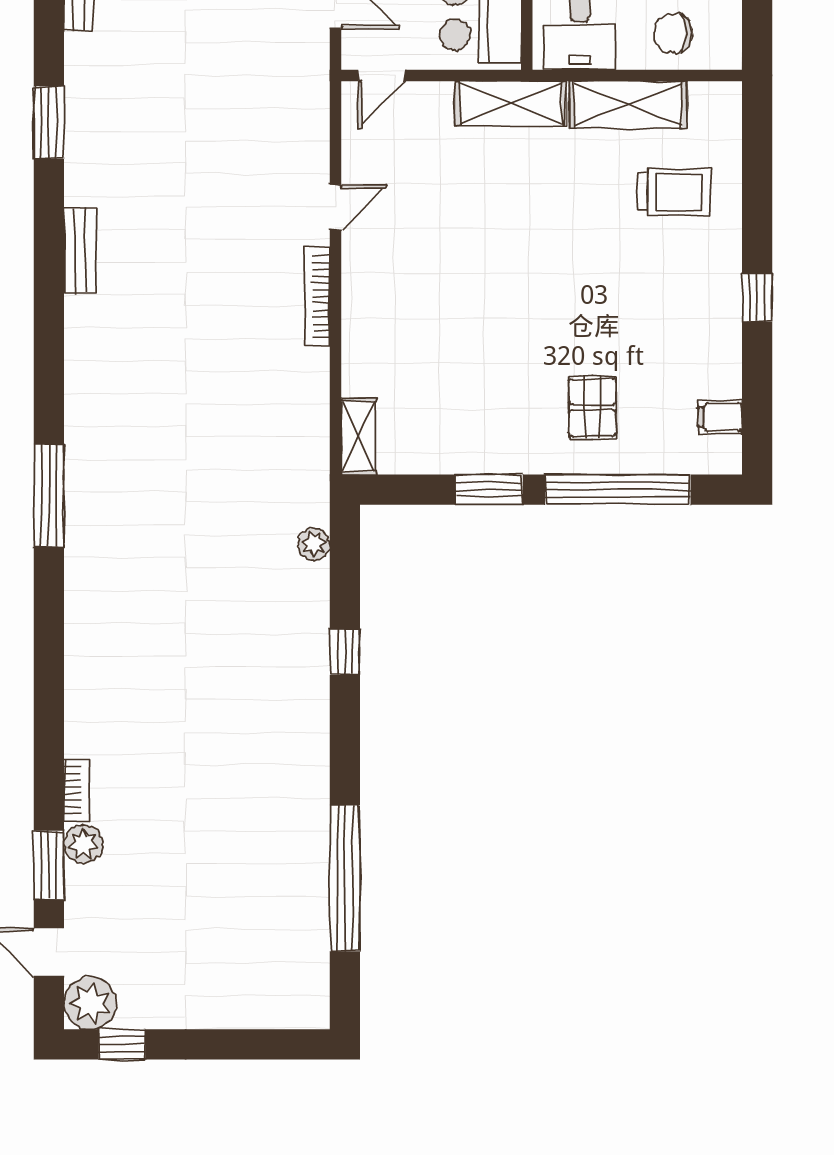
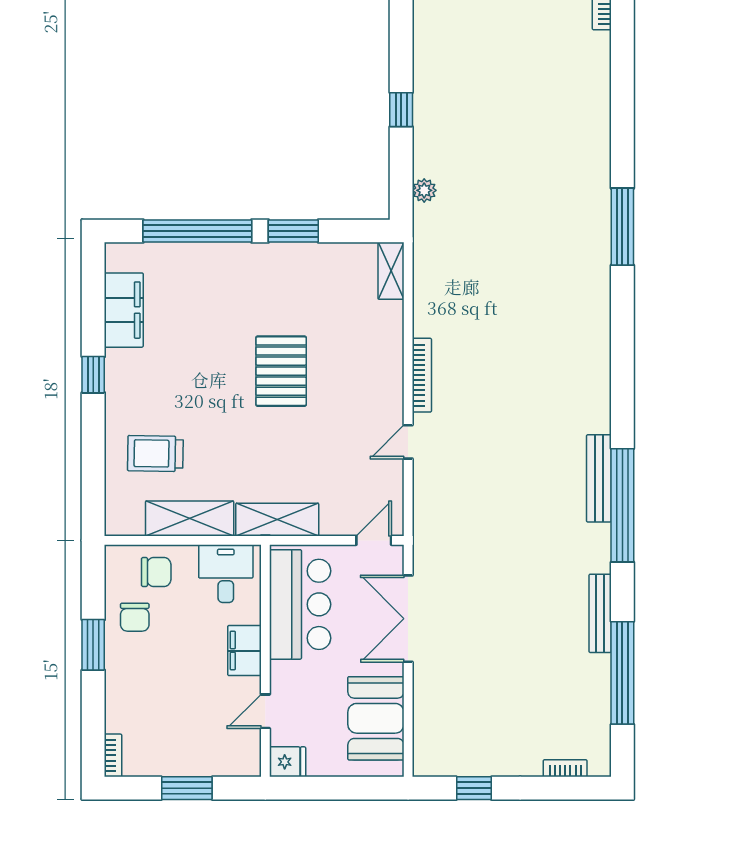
window: (49, 122) -> (622, 505), width x2.11
bench: (80, 250) -> (599, 478), moved, width x1.36
pallet: (593, 407) -> (281, 371), moved, width x1.50, depth x1.42
filing cabinet: (720, 417) -> (124, 310), width x3.00, depth x1.17

